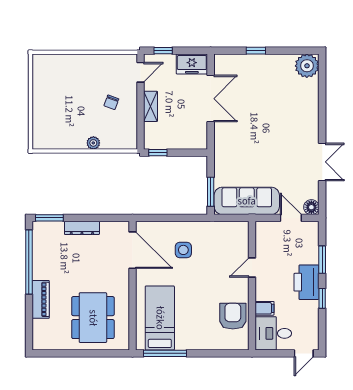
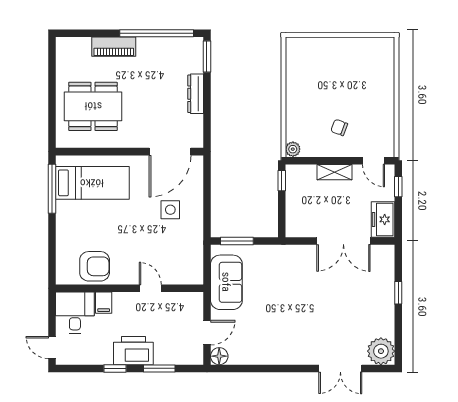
plant: (93, 143) -> (293, 149), moved
double door: (322, 162) -> (340, 368), moved
sofa: (247, 201) -> (226, 282), width x0.73

